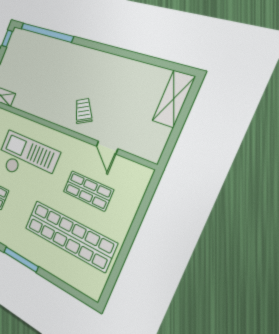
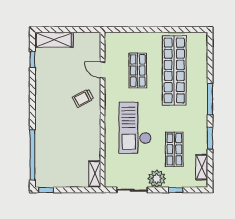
window: (158, 62) -> (32, 60), added
door: (107, 148) -> (103, 70), swing flipped

